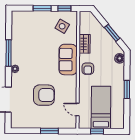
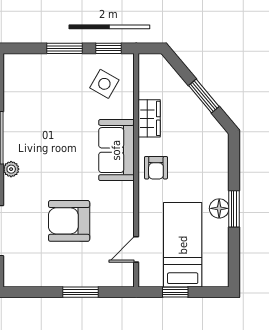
floor lamp: (120, 58) -> (219, 208), moved
armchair: (44, 95) -> (69, 221), turned 180
door: (78, 110) -> (136, 249), hinge flipped

